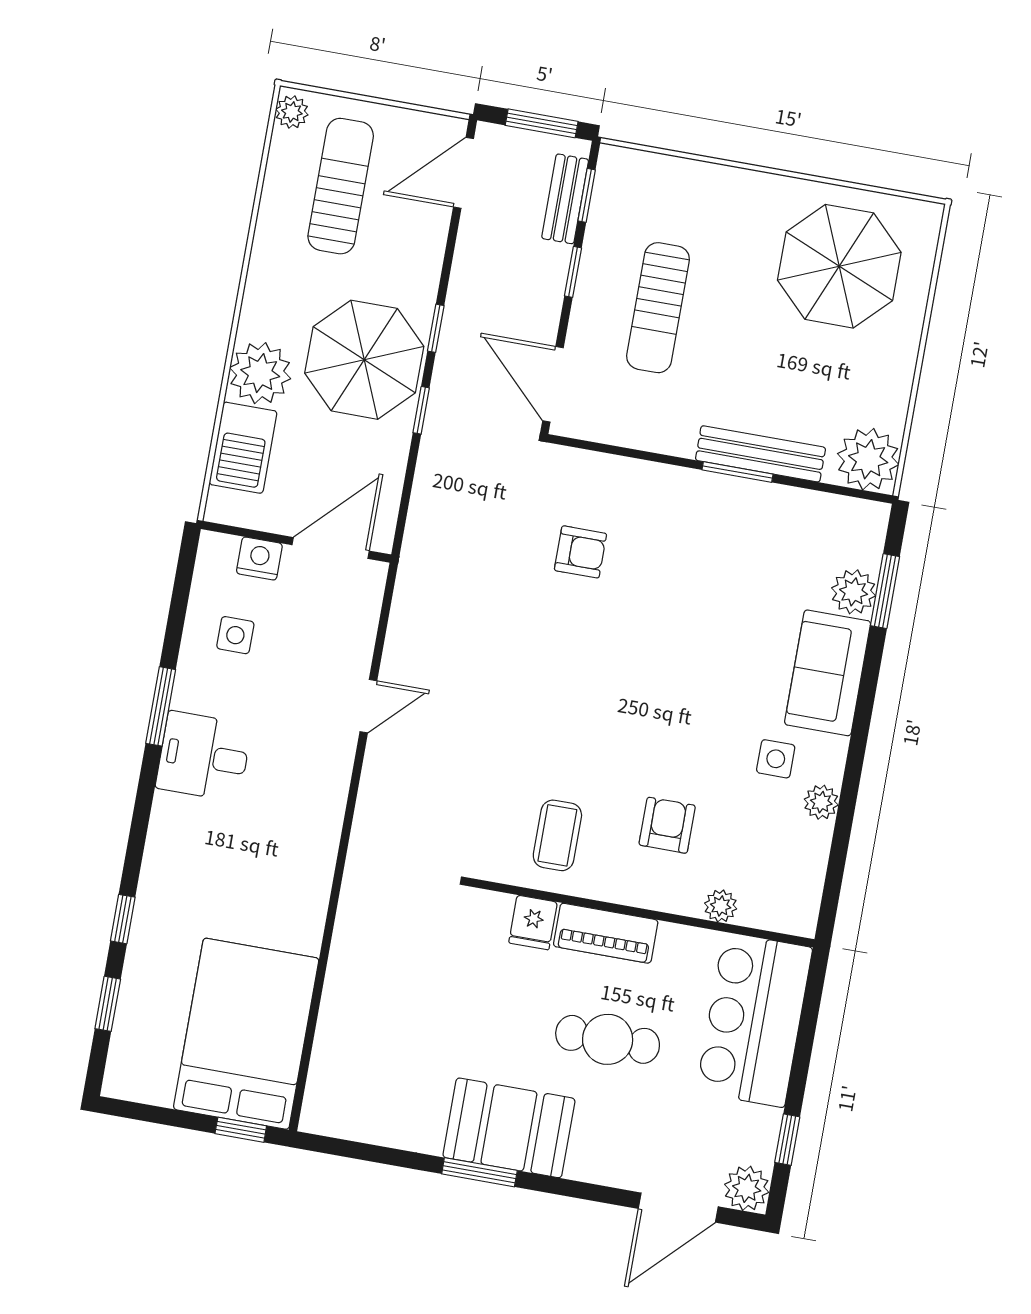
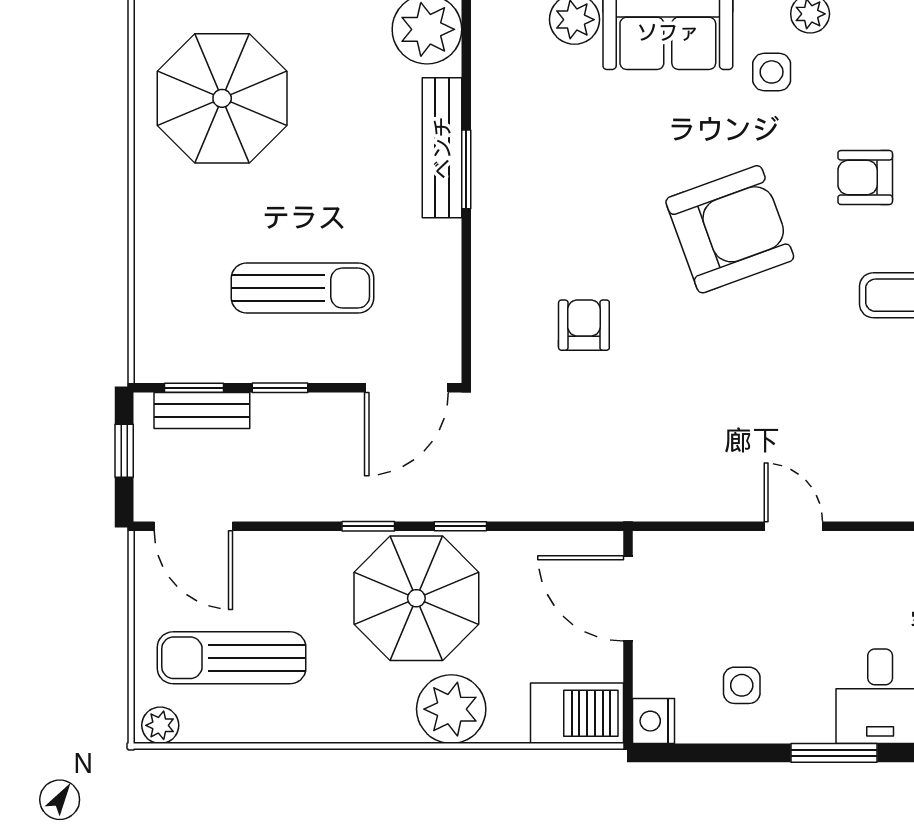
window: (542, 123) -> (124, 451), width x0.67
barbecue: (243, 448) -> (577, 713), moved
nightstand: (259, 559) -> (654, 721), moved
armchair: (643, 697) -> (730, 229), added

